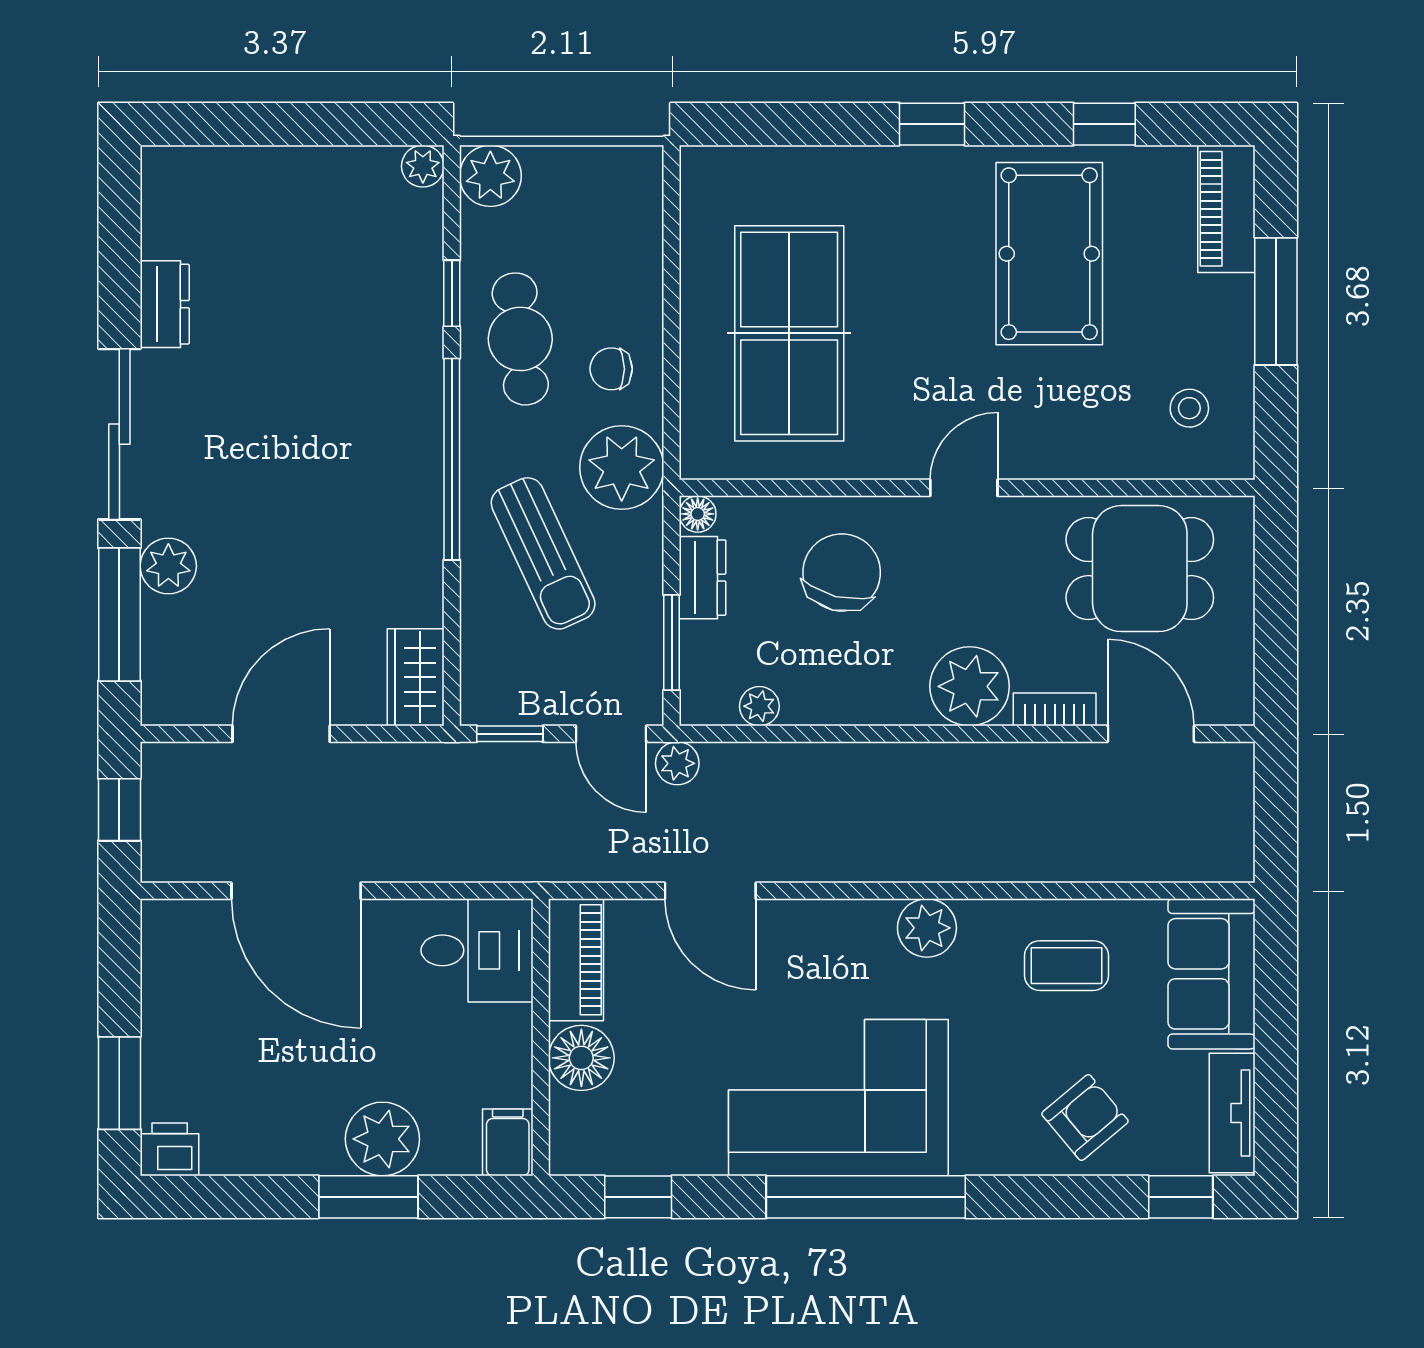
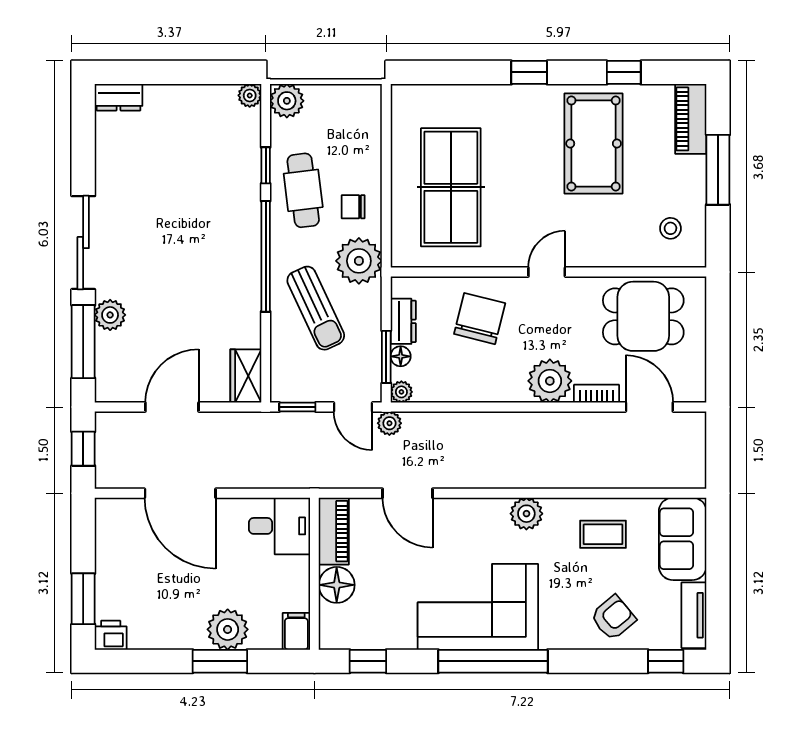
dresser: (165, 304) -> (119, 97), moved, turned 90
floor lamp: (698, 514) -> (401, 356), moved
plant: (759, 706) -> (401, 392), moved

